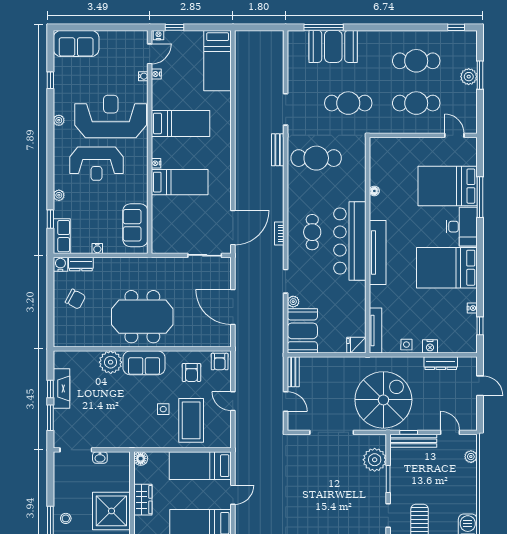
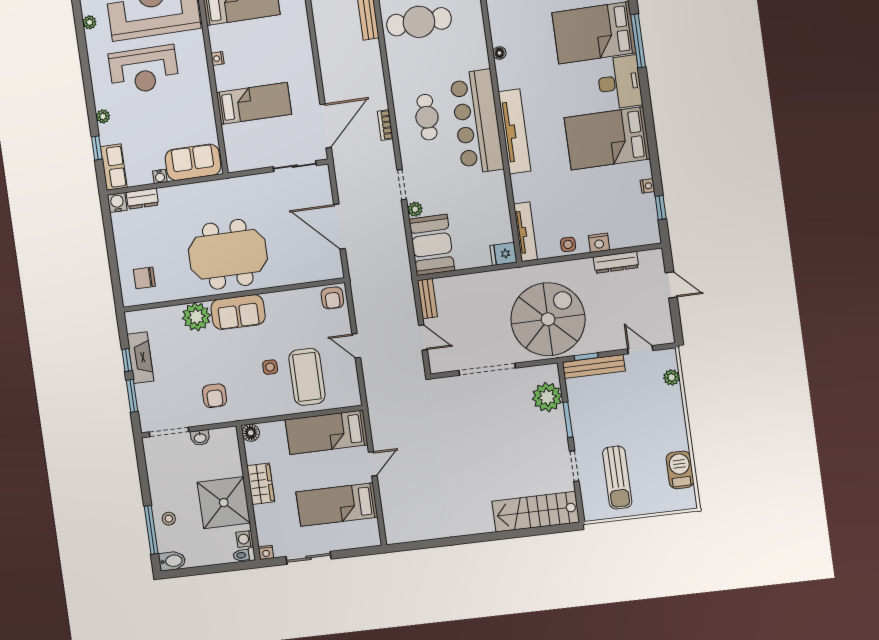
bed: (180, 182) -> (254, 103), moved
sofa: (135, 225) -> (193, 162), moved, turned 90
chair: (75, 299) -> (144, 278), moved, turned 152
armchair: (191, 373) -> (215, 396), moved

